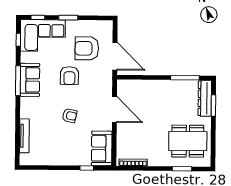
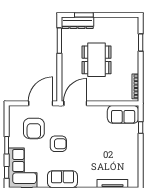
door: (114, 109) -> (75, 103), moved
armchair: (70, 116) -> (94, 143), removed
dining table: (188, 141) -> (97, 60), moved

